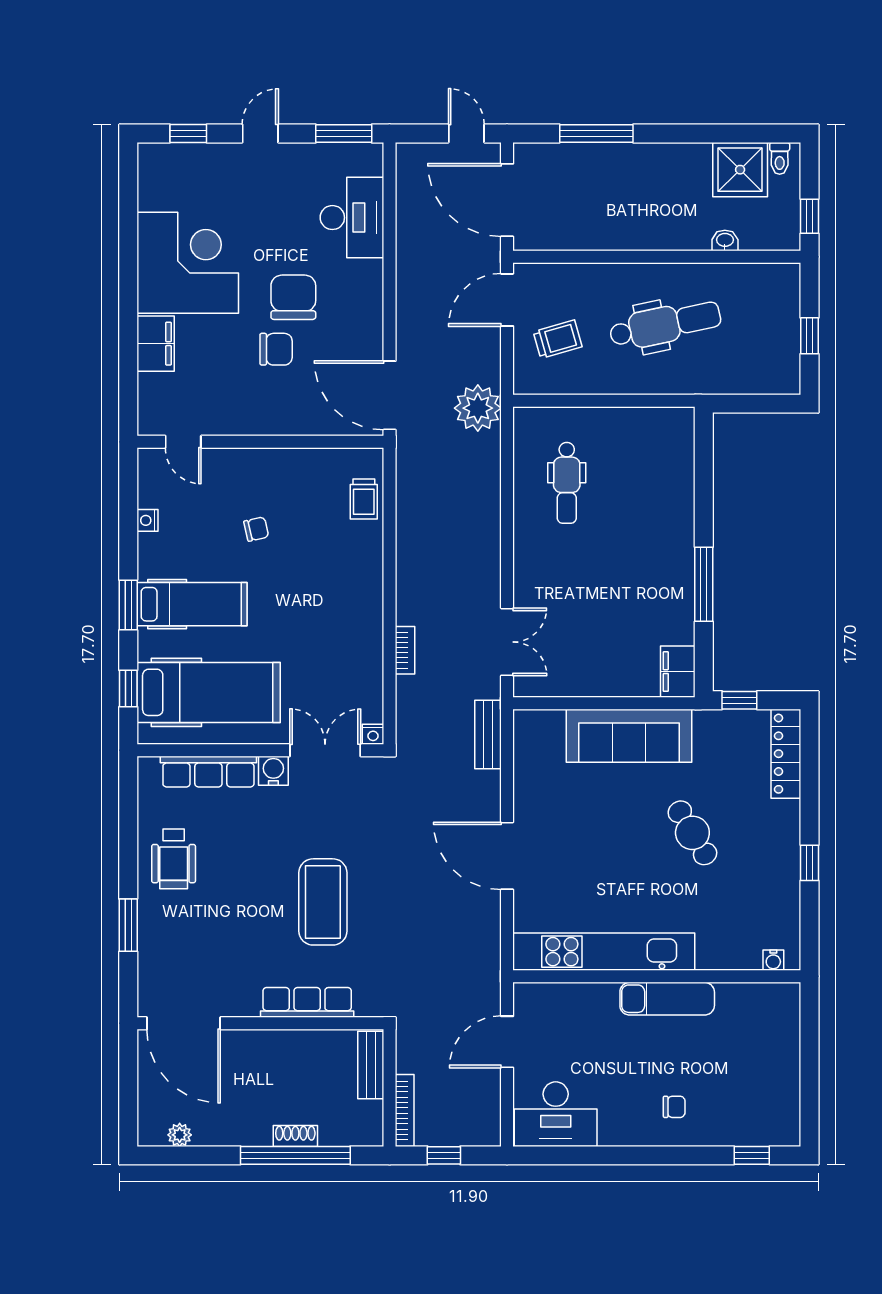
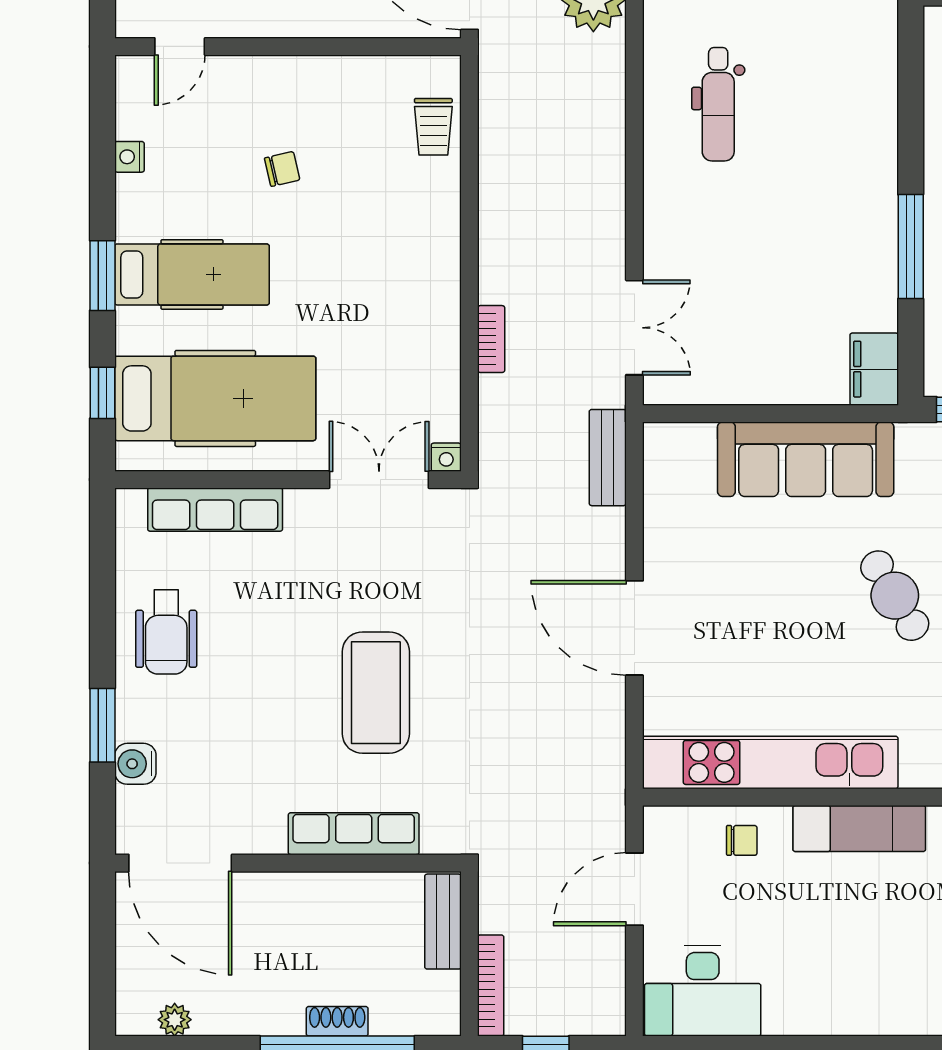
door: (183, 442) -> (180, 47), hinge flipped
water cooler: (273, 771) -> (135, 764), moved, turned -90
chair: (674, 1107) -> (742, 840), moved

